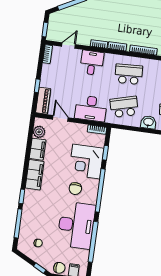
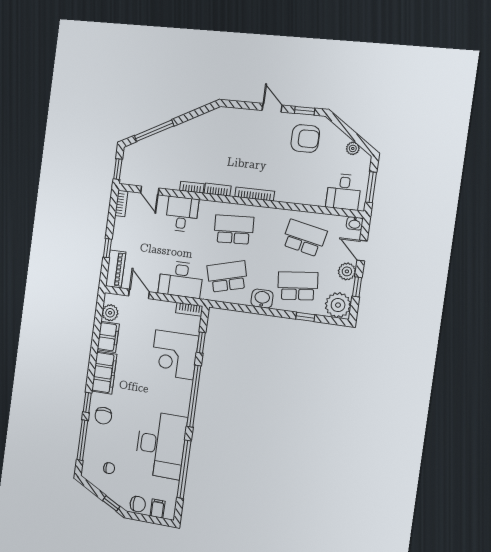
door: (69, 45) -> (150, 190), swing flipped
chair: (75, 189) -> (103, 416), moved

